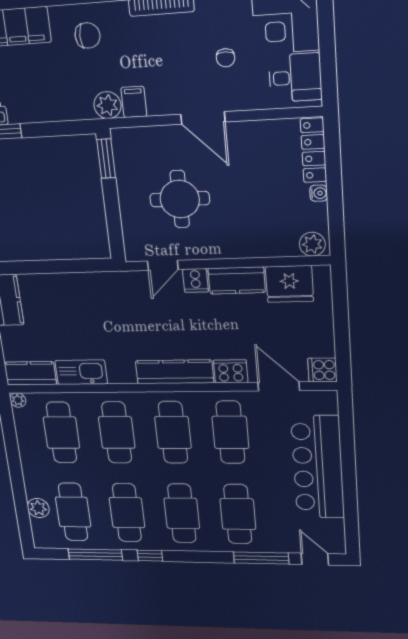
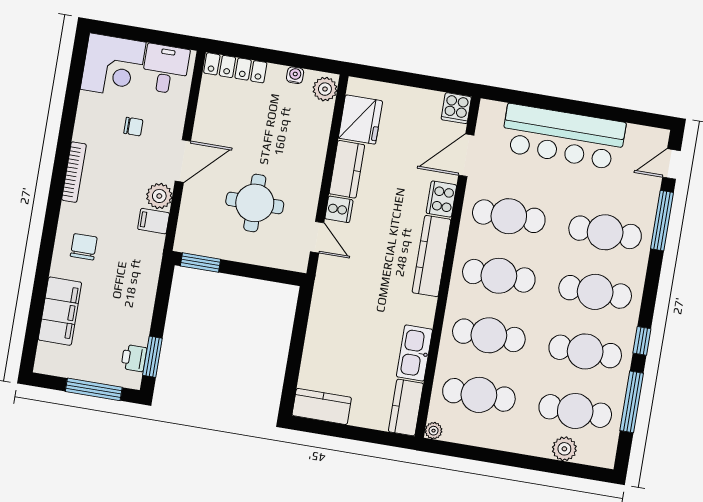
plant: (107, 105) -> (159, 196), moved
water cooler: (319, 193) -> (295, 75), moved

